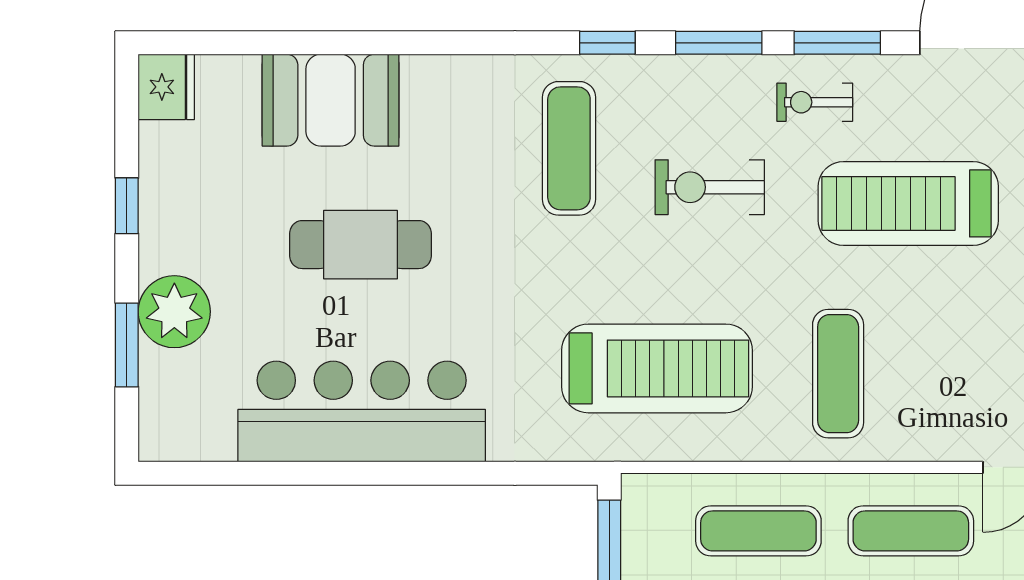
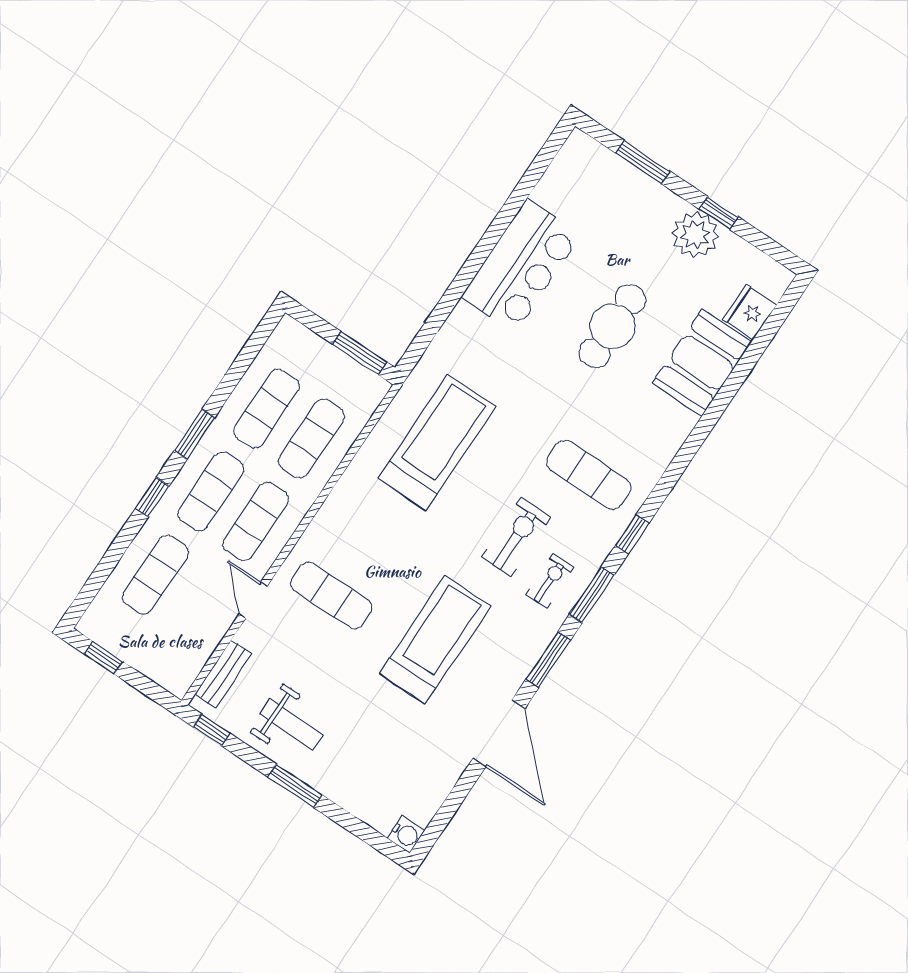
fridge: (166, 87) -> (750, 312), moved, turned 90
exercise bike: (815, 102) -> (550, 581), moved
plant: (174, 312) -> (695, 235), moved
treadmill: (657, 368) -> (437, 443), turned 180
exercise mat: (838, 374) -> (331, 595), moved
bar counter: (362, 412) -> (521, 266), width x0.73

